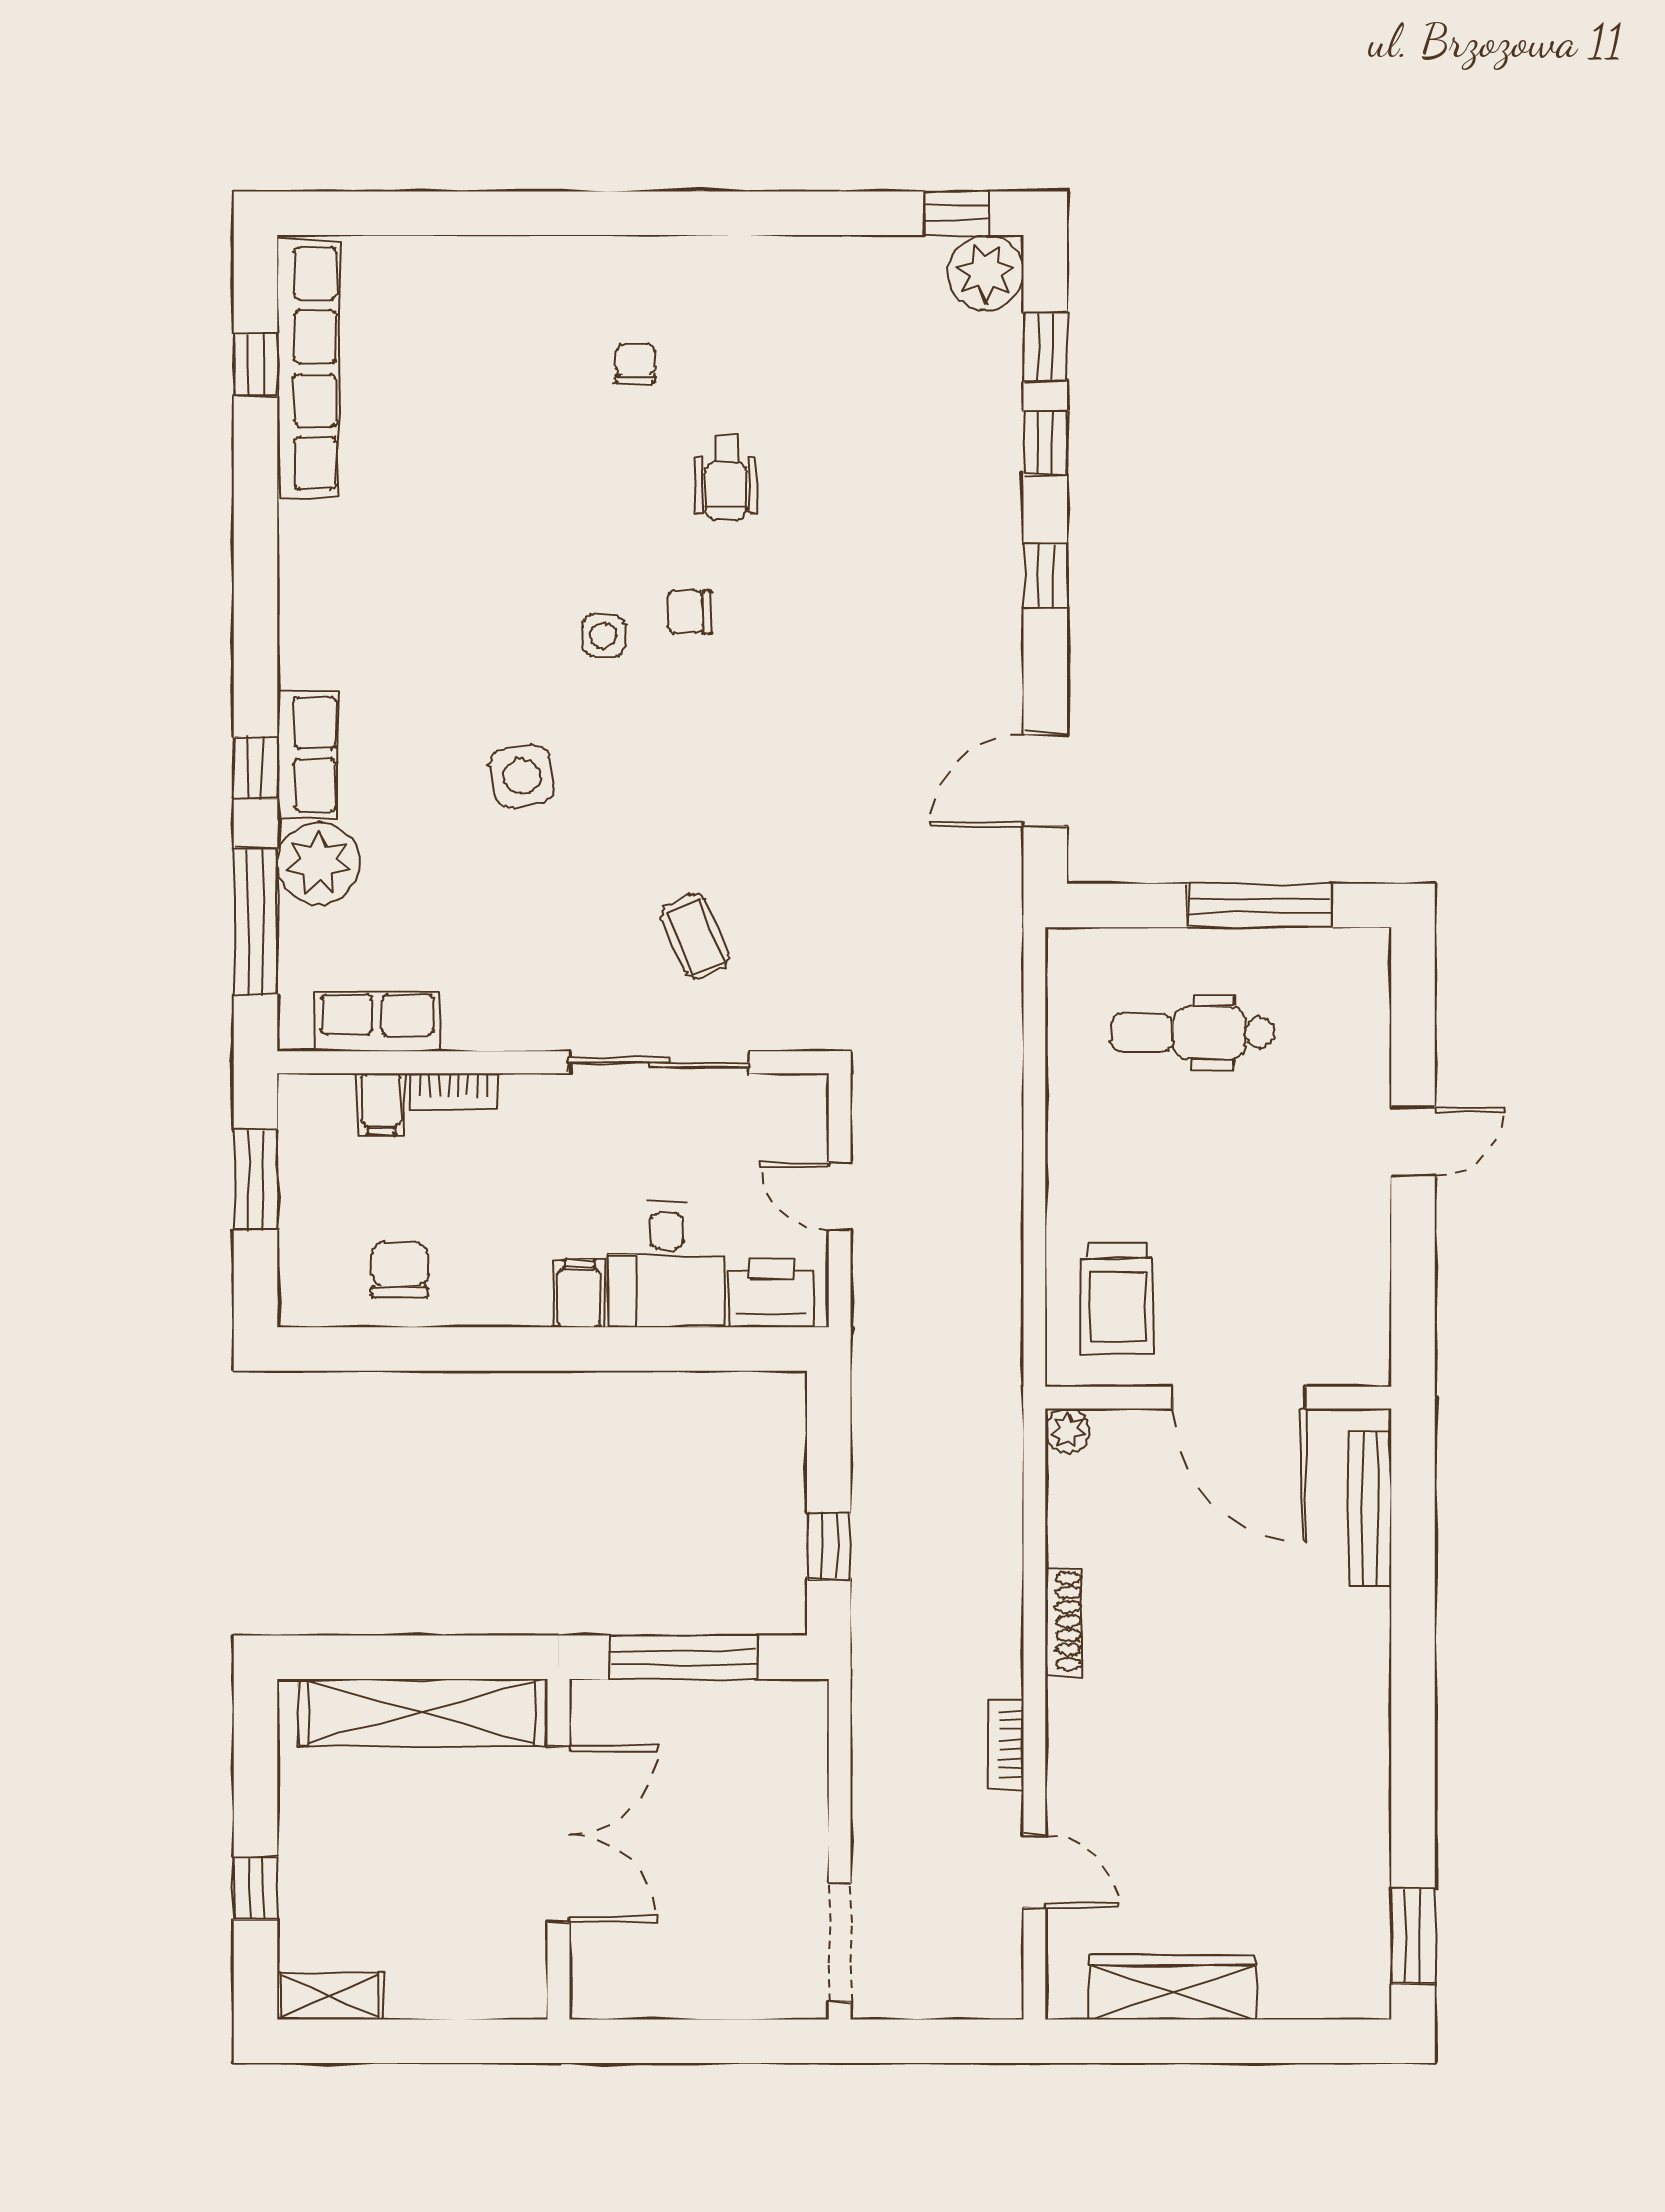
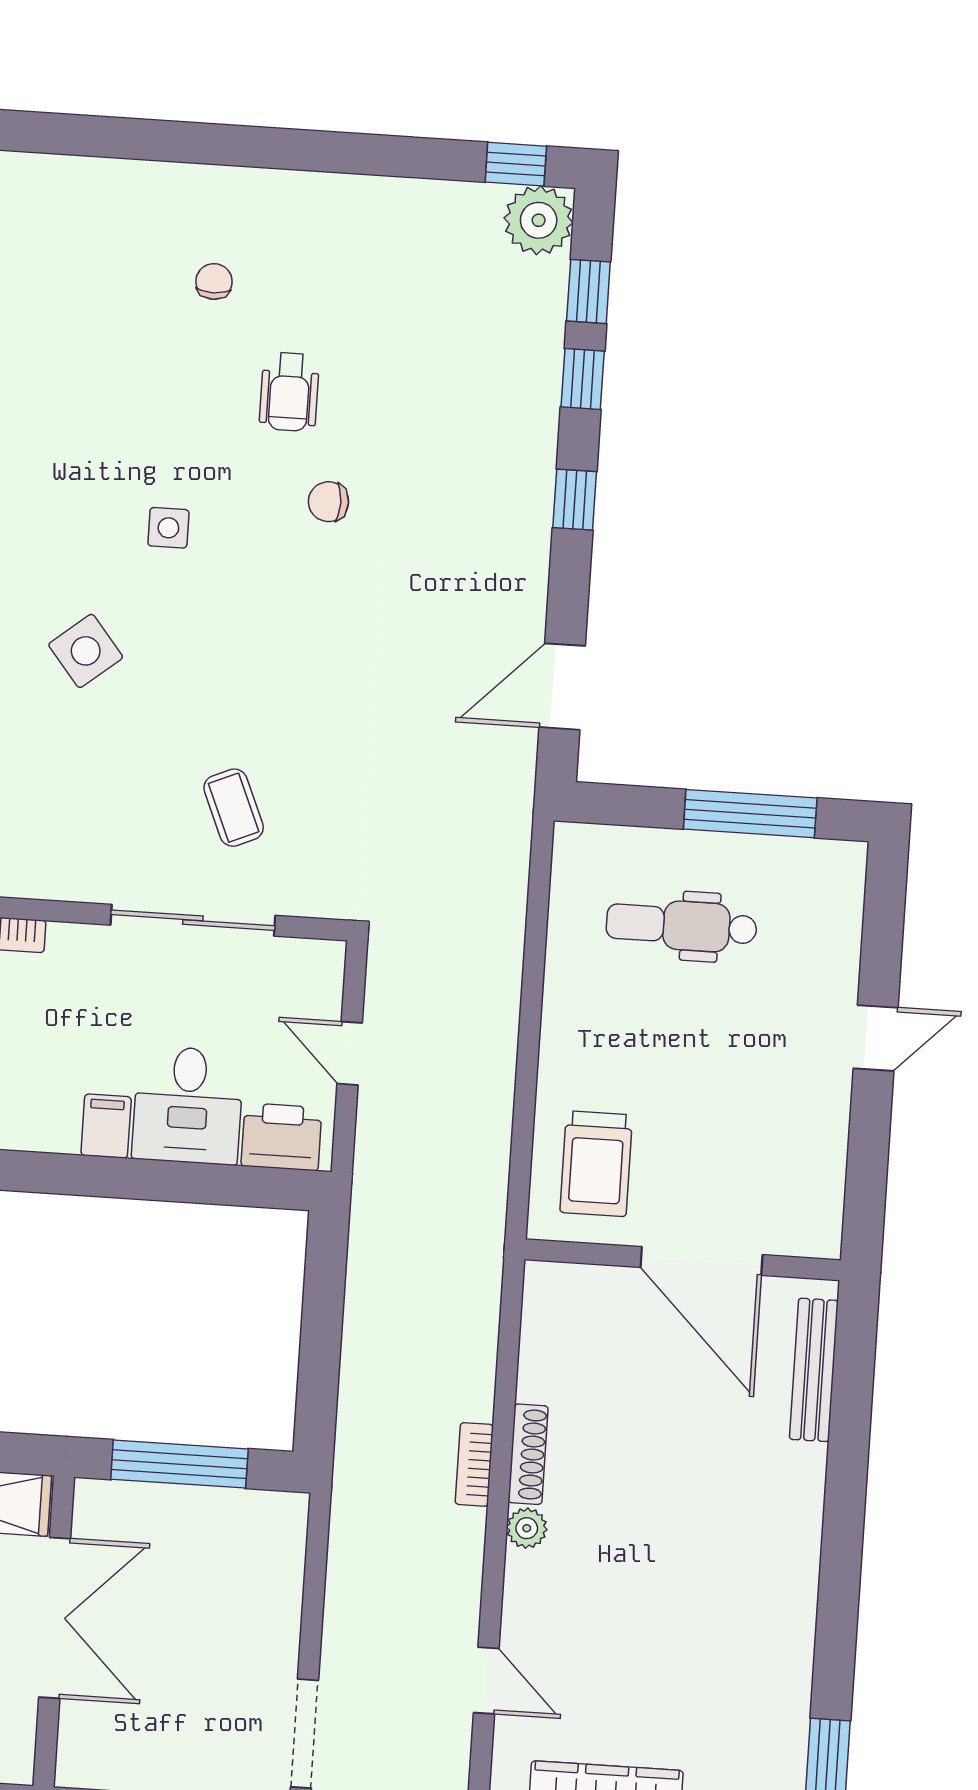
chair: (690, 612) -> (328, 502), moved
side table: (522, 776) -> (86, 651), turned -31
plant: (1067, 1431) -> (527, 1528), moved
window: (829, 1546) -> (319, 1372), removed
bookcase: (1006, 1744) -> (474, 1464), moved

